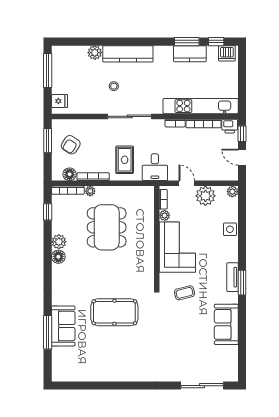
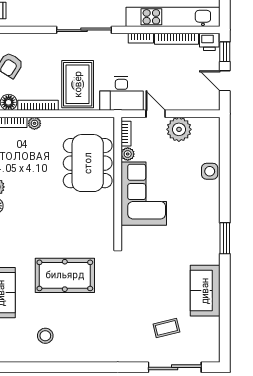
rug: (125, 160) -> (78, 84), width x1.36, depth x1.43
desk: (155, 167) -> (121, 93), width x1.37
plant: (232, 192) -> (213, 124), removed
dining table: (107, 227) -> (88, 163), moved
tv unit: (232, 277) -> (213, 231), removed
coffee table: (185, 293) -> (166, 328), moved
stool: (99, 360) -> (45, 336), added

